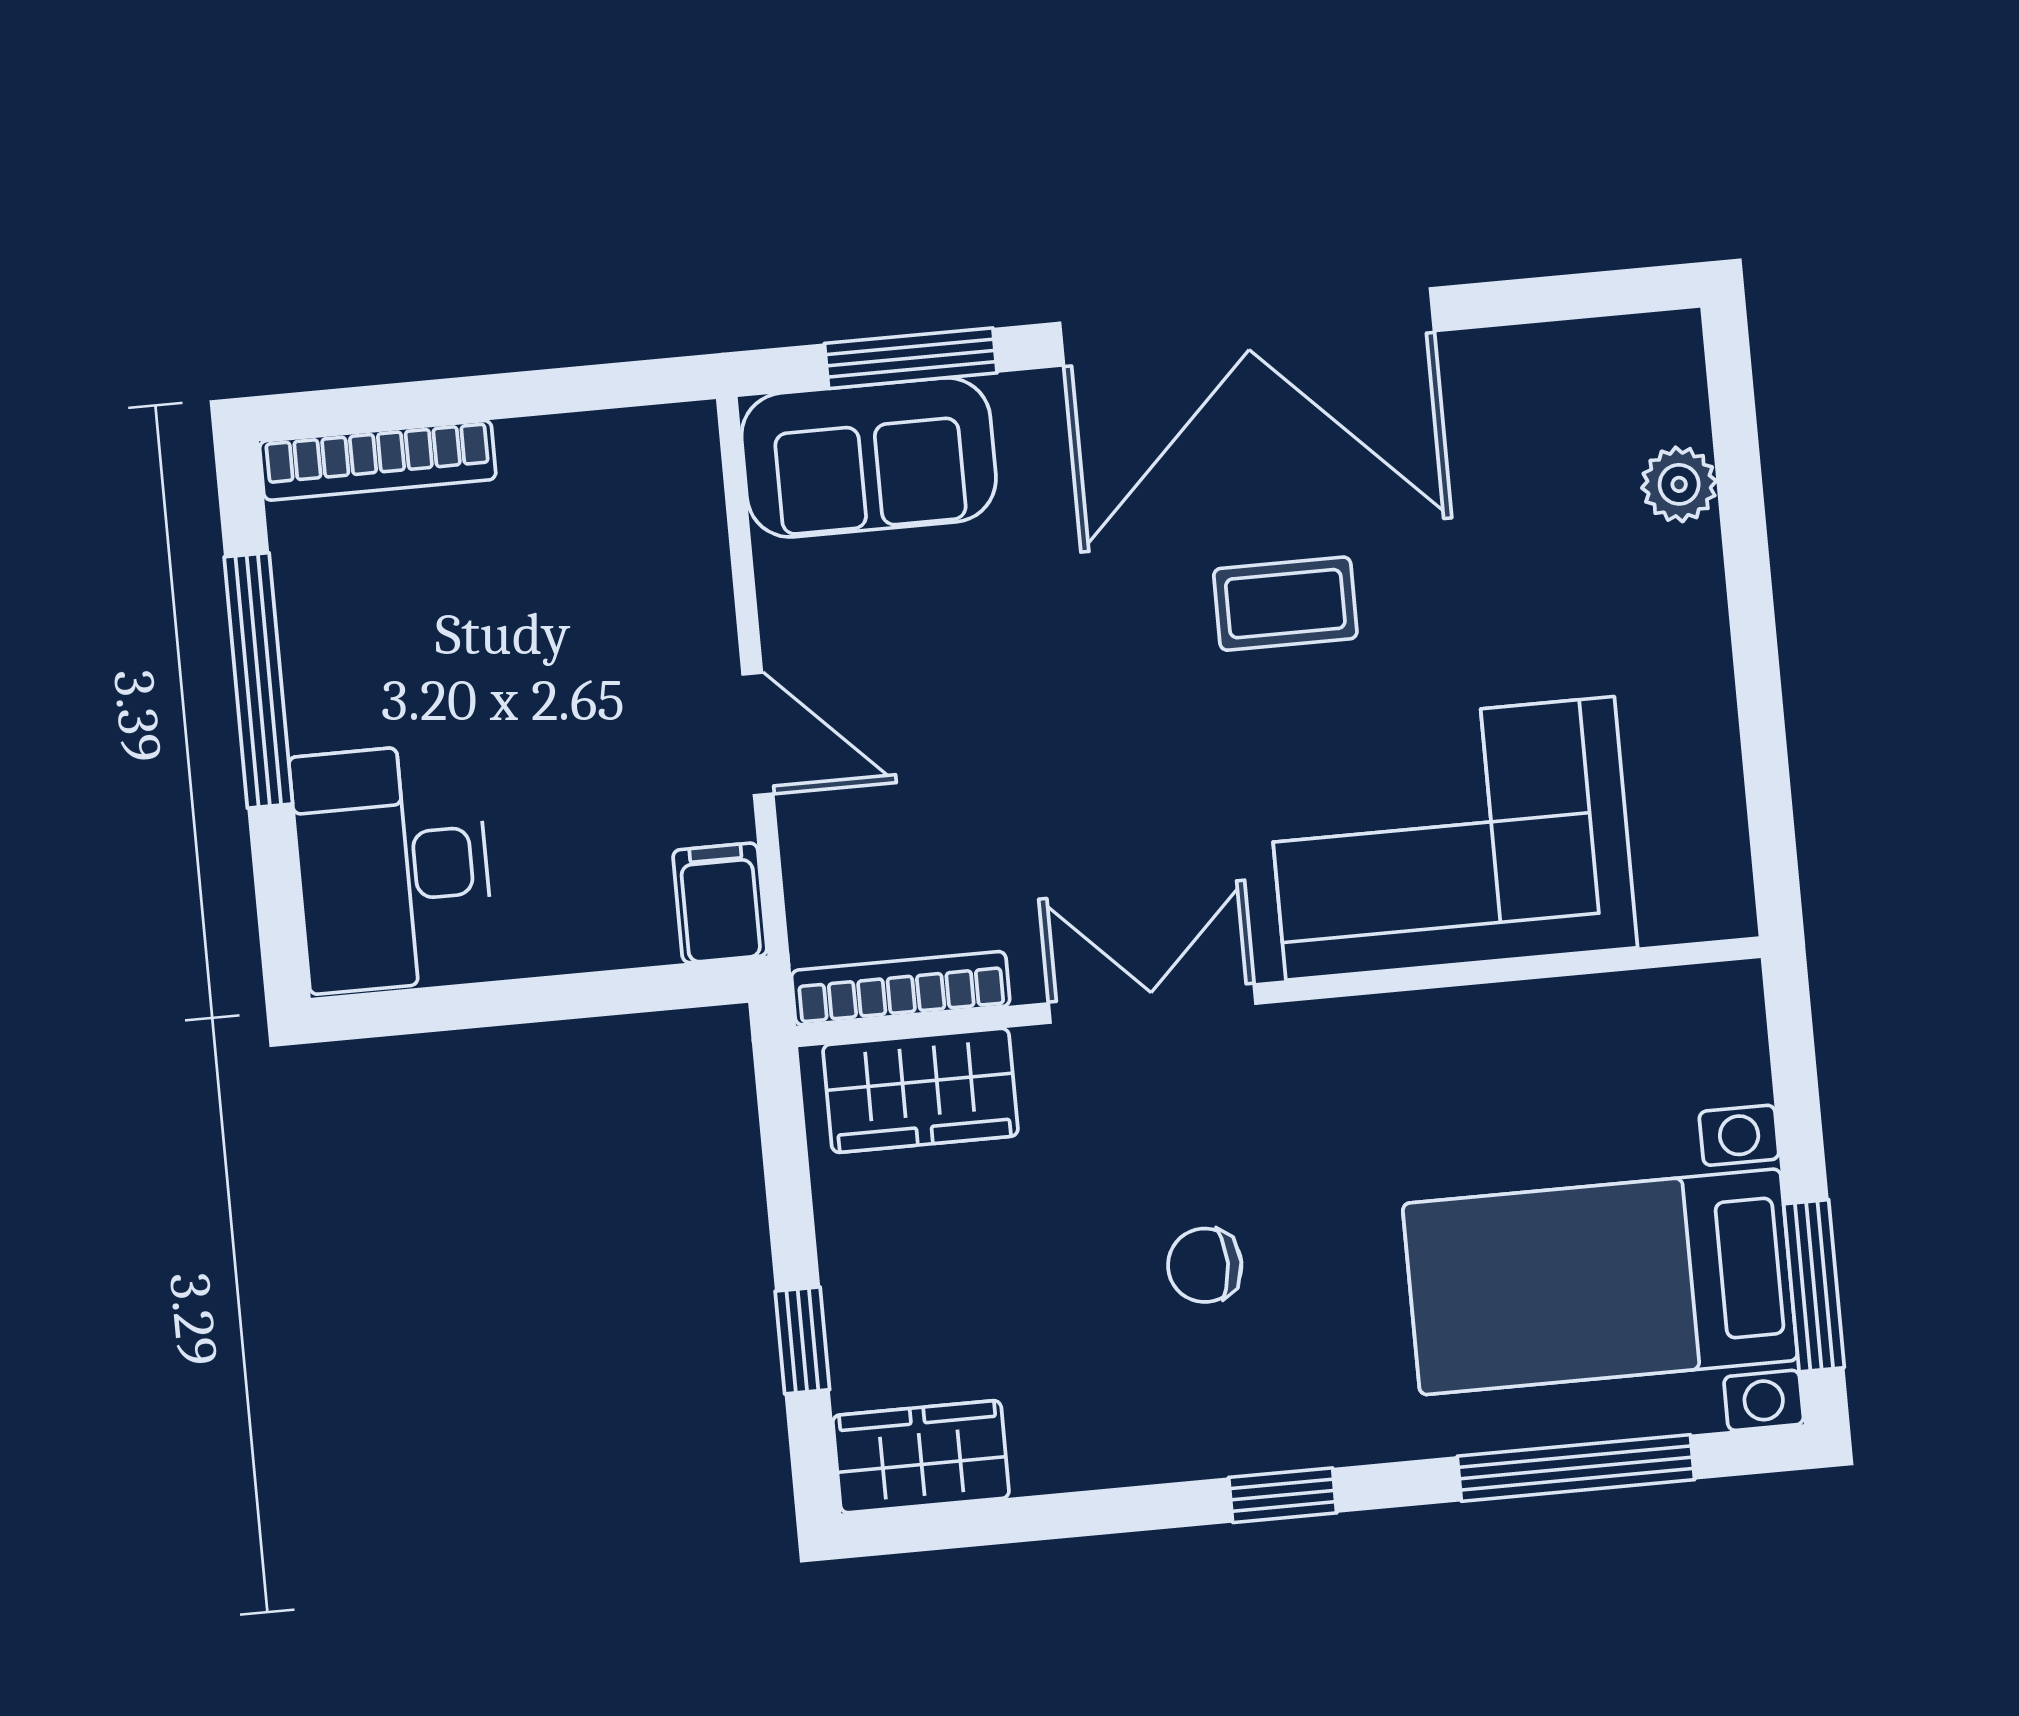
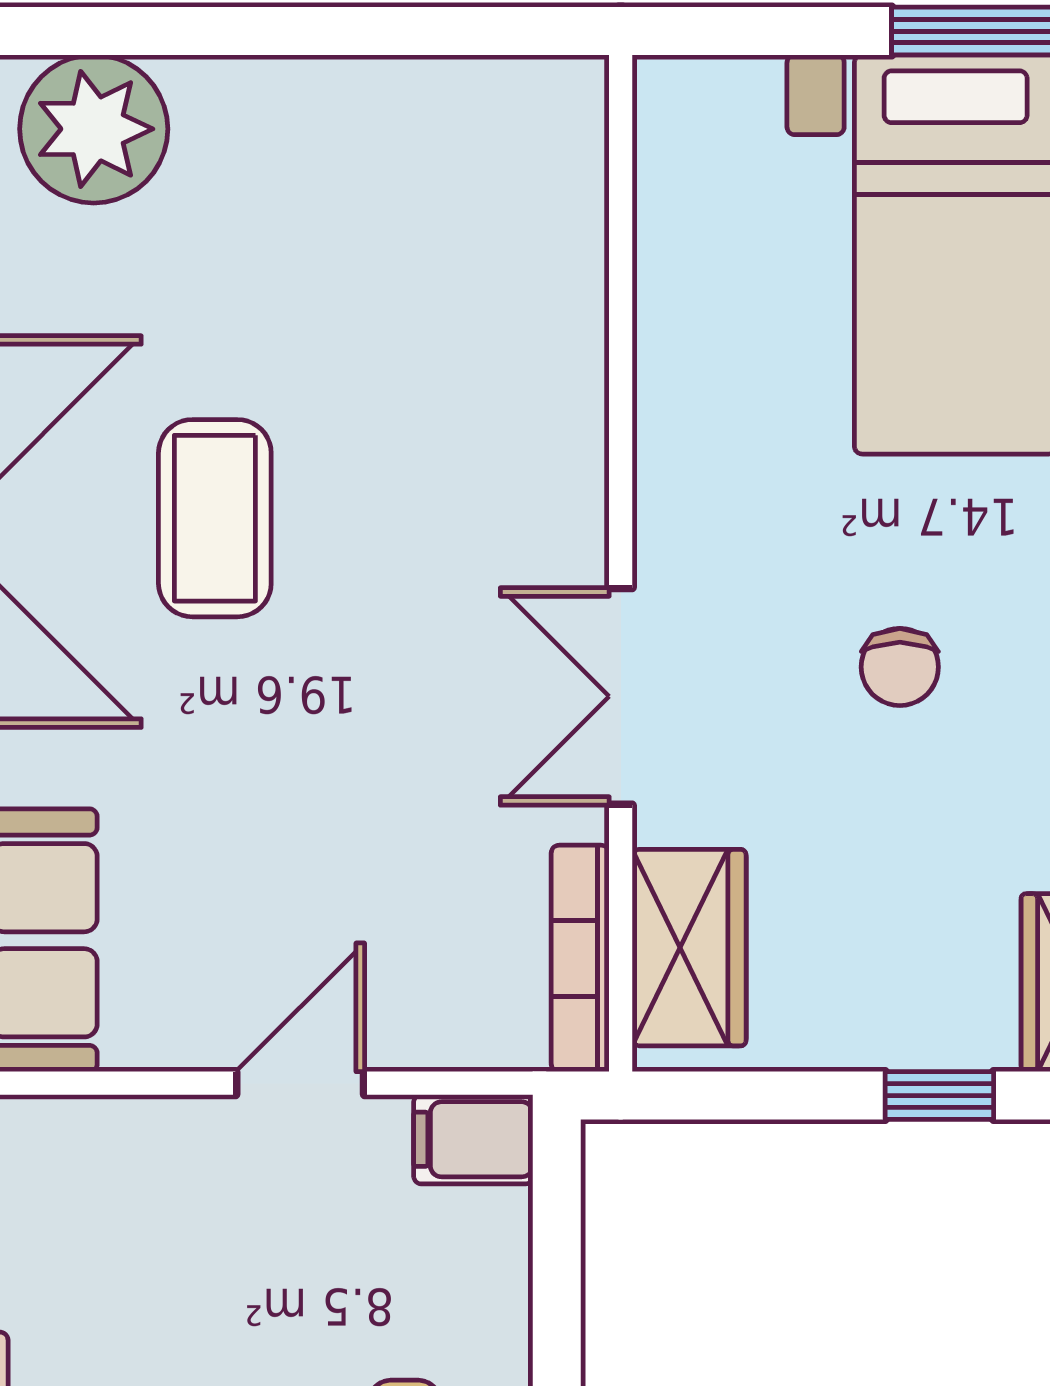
plant: (1679, 484) -> (94, 129), width x1.88, depth x1.88
coffee table: (1285, 604) -> (215, 518), width x1.36, depth x1.30
corner sofa: (1450, 838) -> (477, 369), removed

